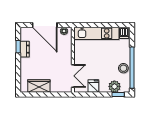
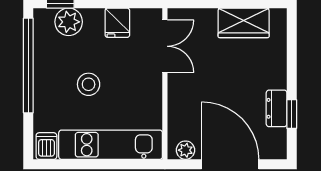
stool: (123, 68) -> (89, 84), moved
double door: (73, 76) -> (165, 46), swing flipped

